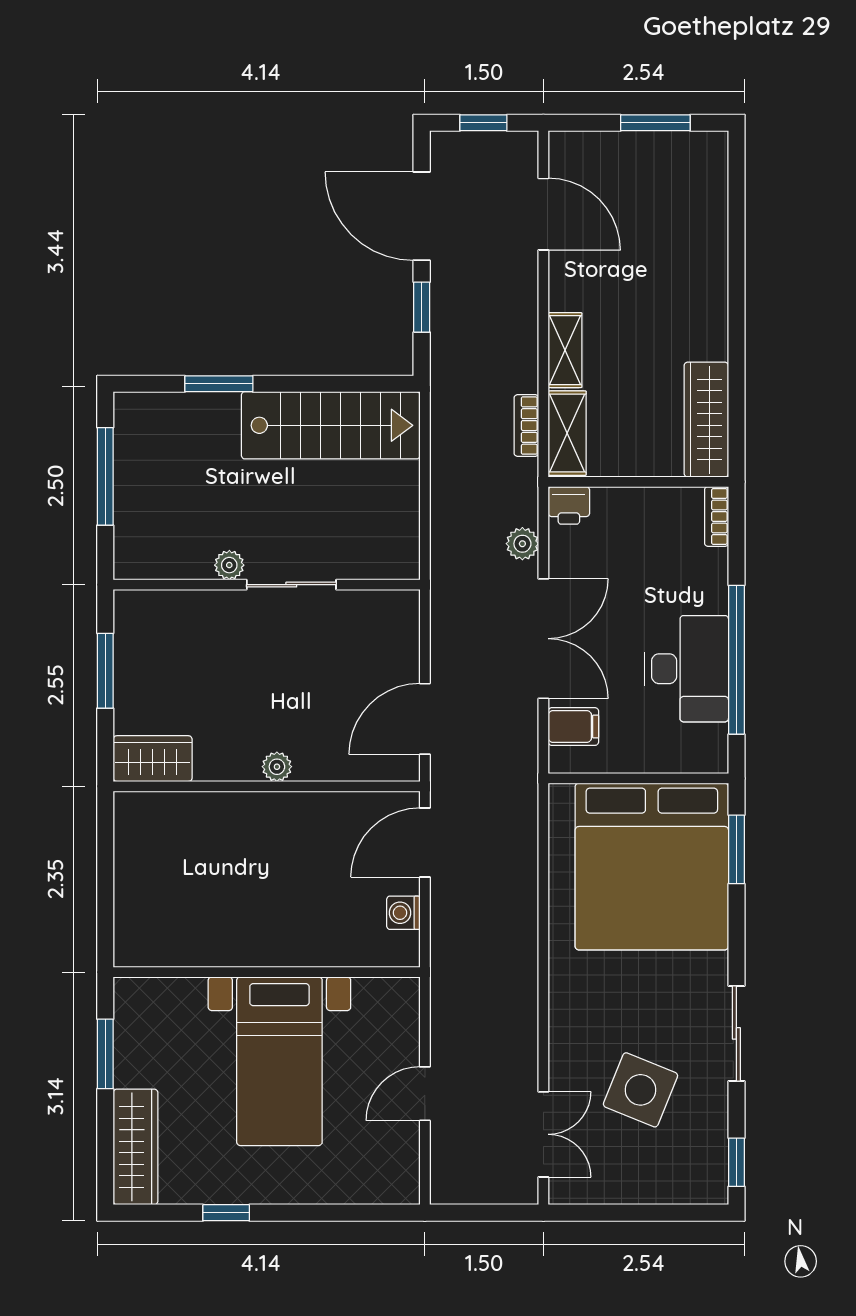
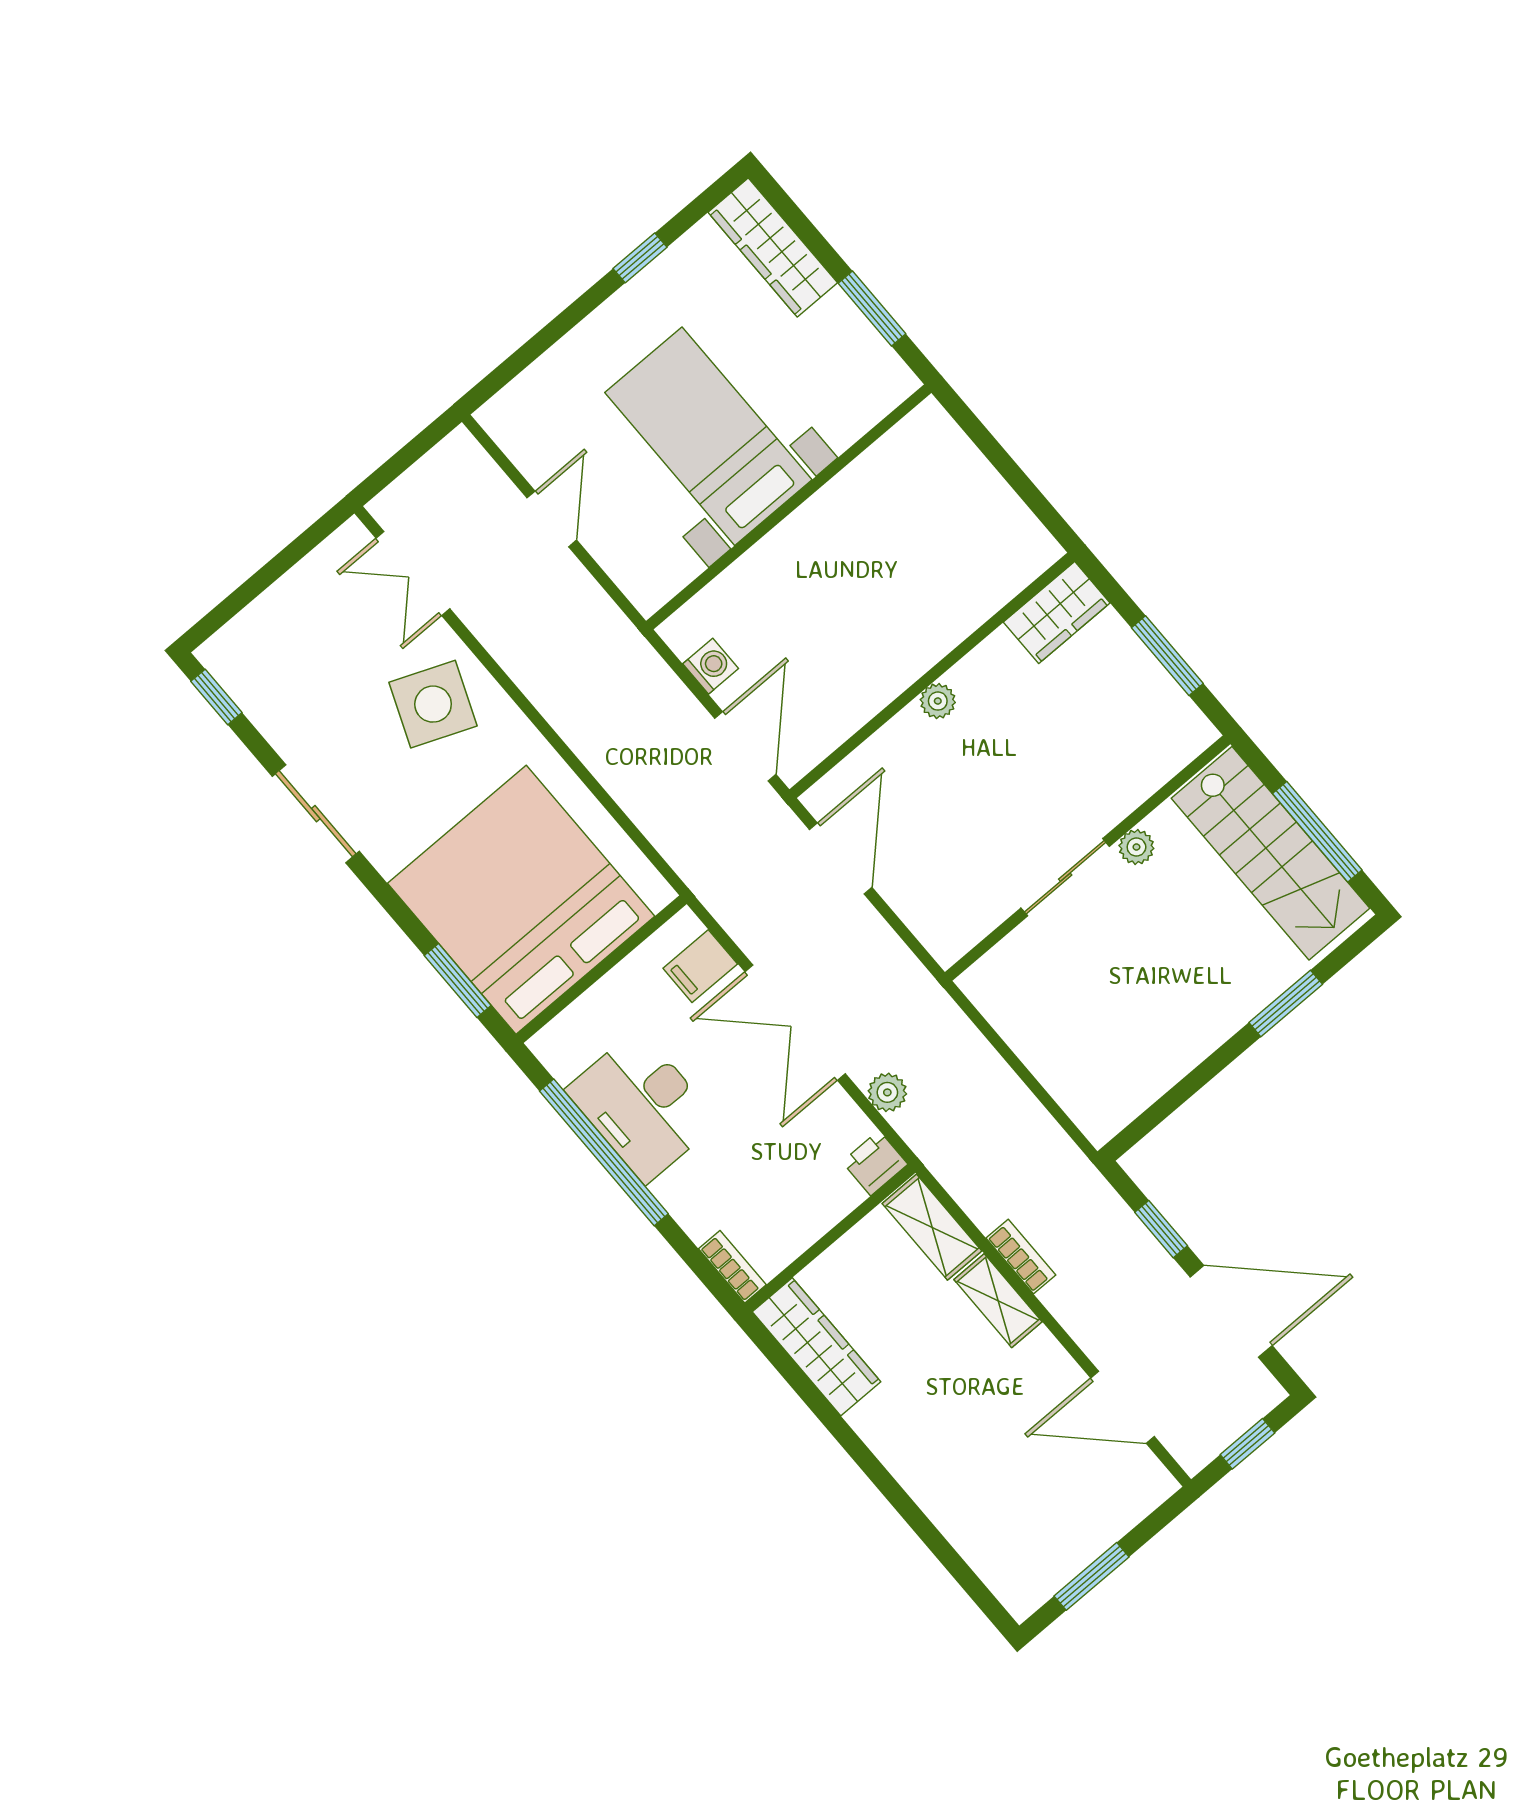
stairs: (331, 425) -> (1271, 853), moved, turned -90
bookcase: (526, 426) -> (1021, 1257), moved
side table: (641, 1090) -> (433, 704), moved

